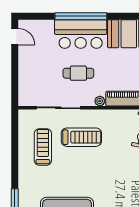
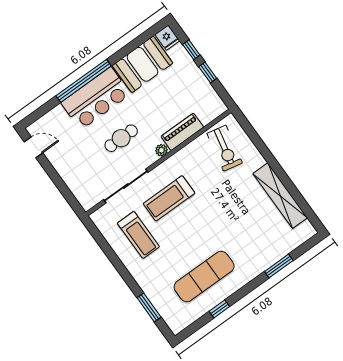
treadmill: (81, 137) -> (169, 198), turned 180
treadmill: (43, 147) -> (138, 235), turned 180

